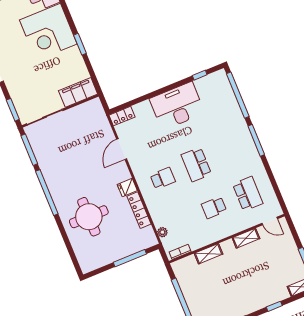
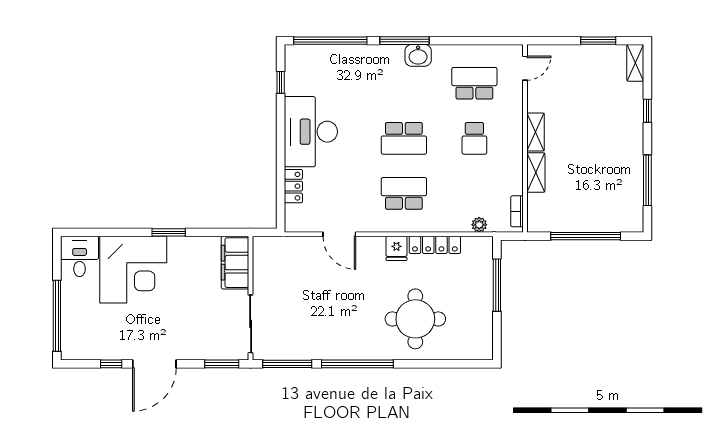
locker: (122, 116) -> (293, 186), moved
washbasin: (251, 152) -> (418, 55), added
school desk: (163, 178) -> (404, 193), width x1.85
shelving: (246, 238) -> (536, 132), moved

